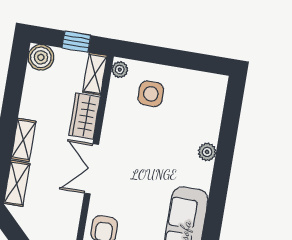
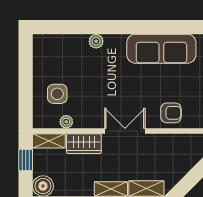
plant: (120, 70) -> (66, 122), moved
double door: (92, 169) -> (125, 131), swing flipped

